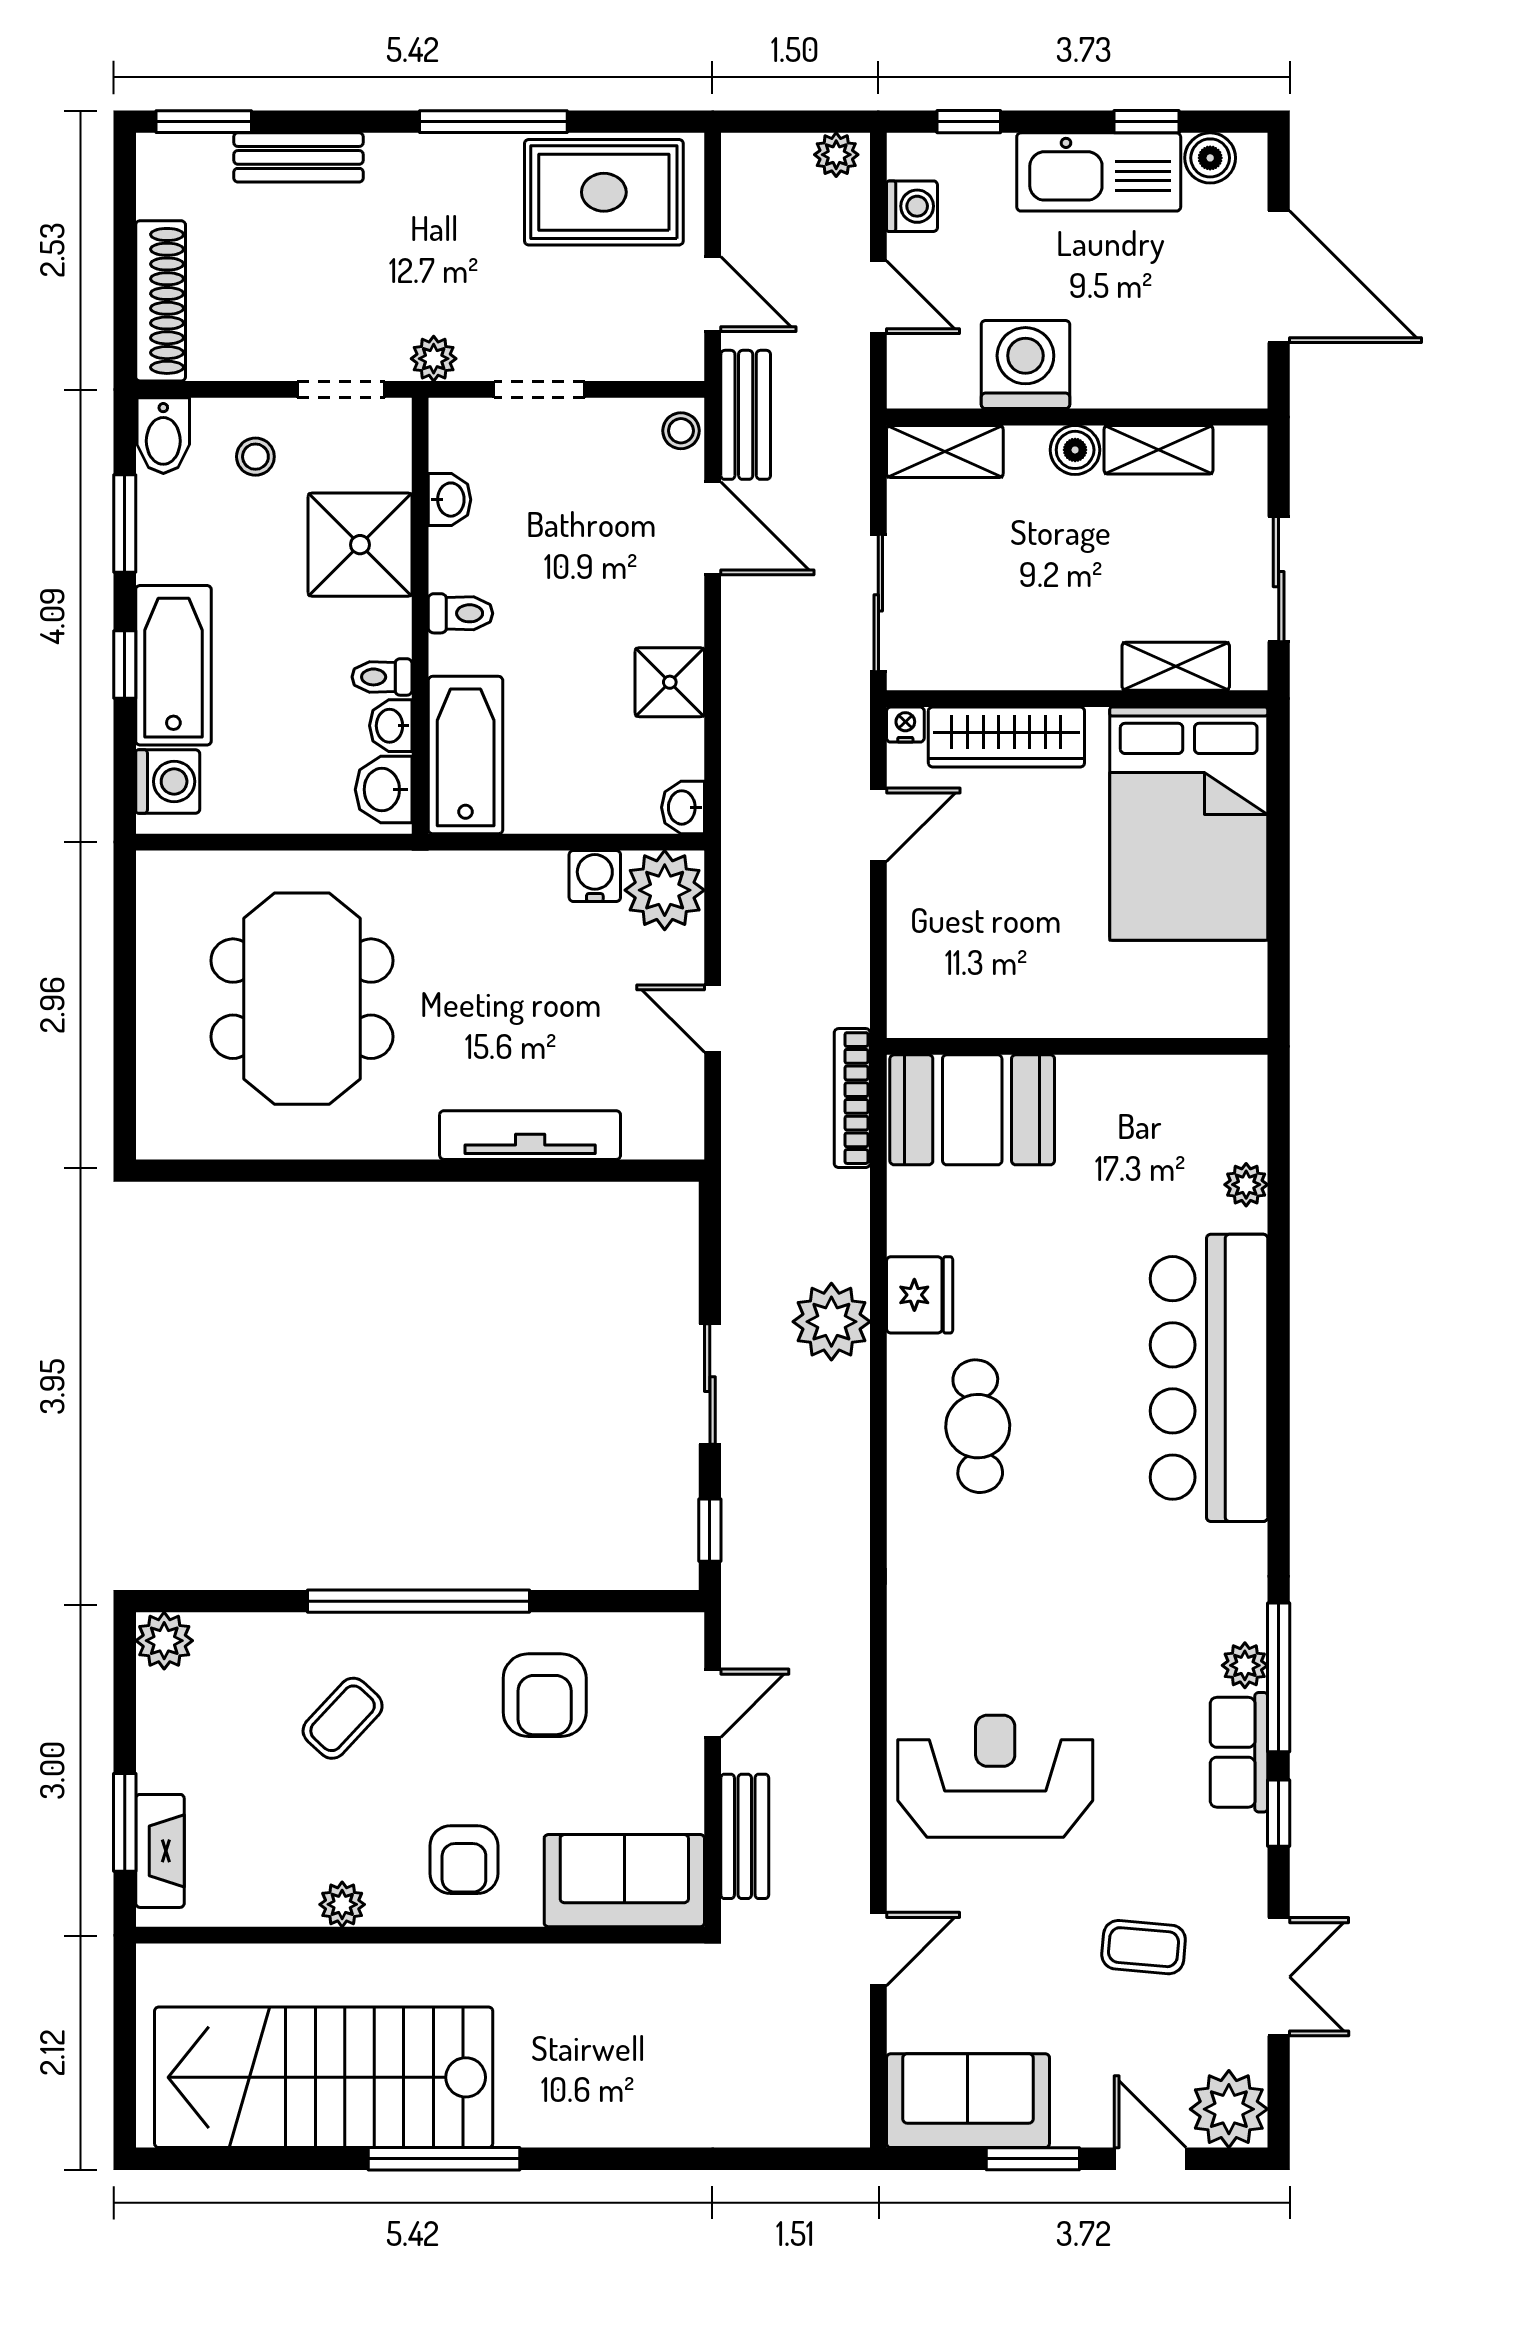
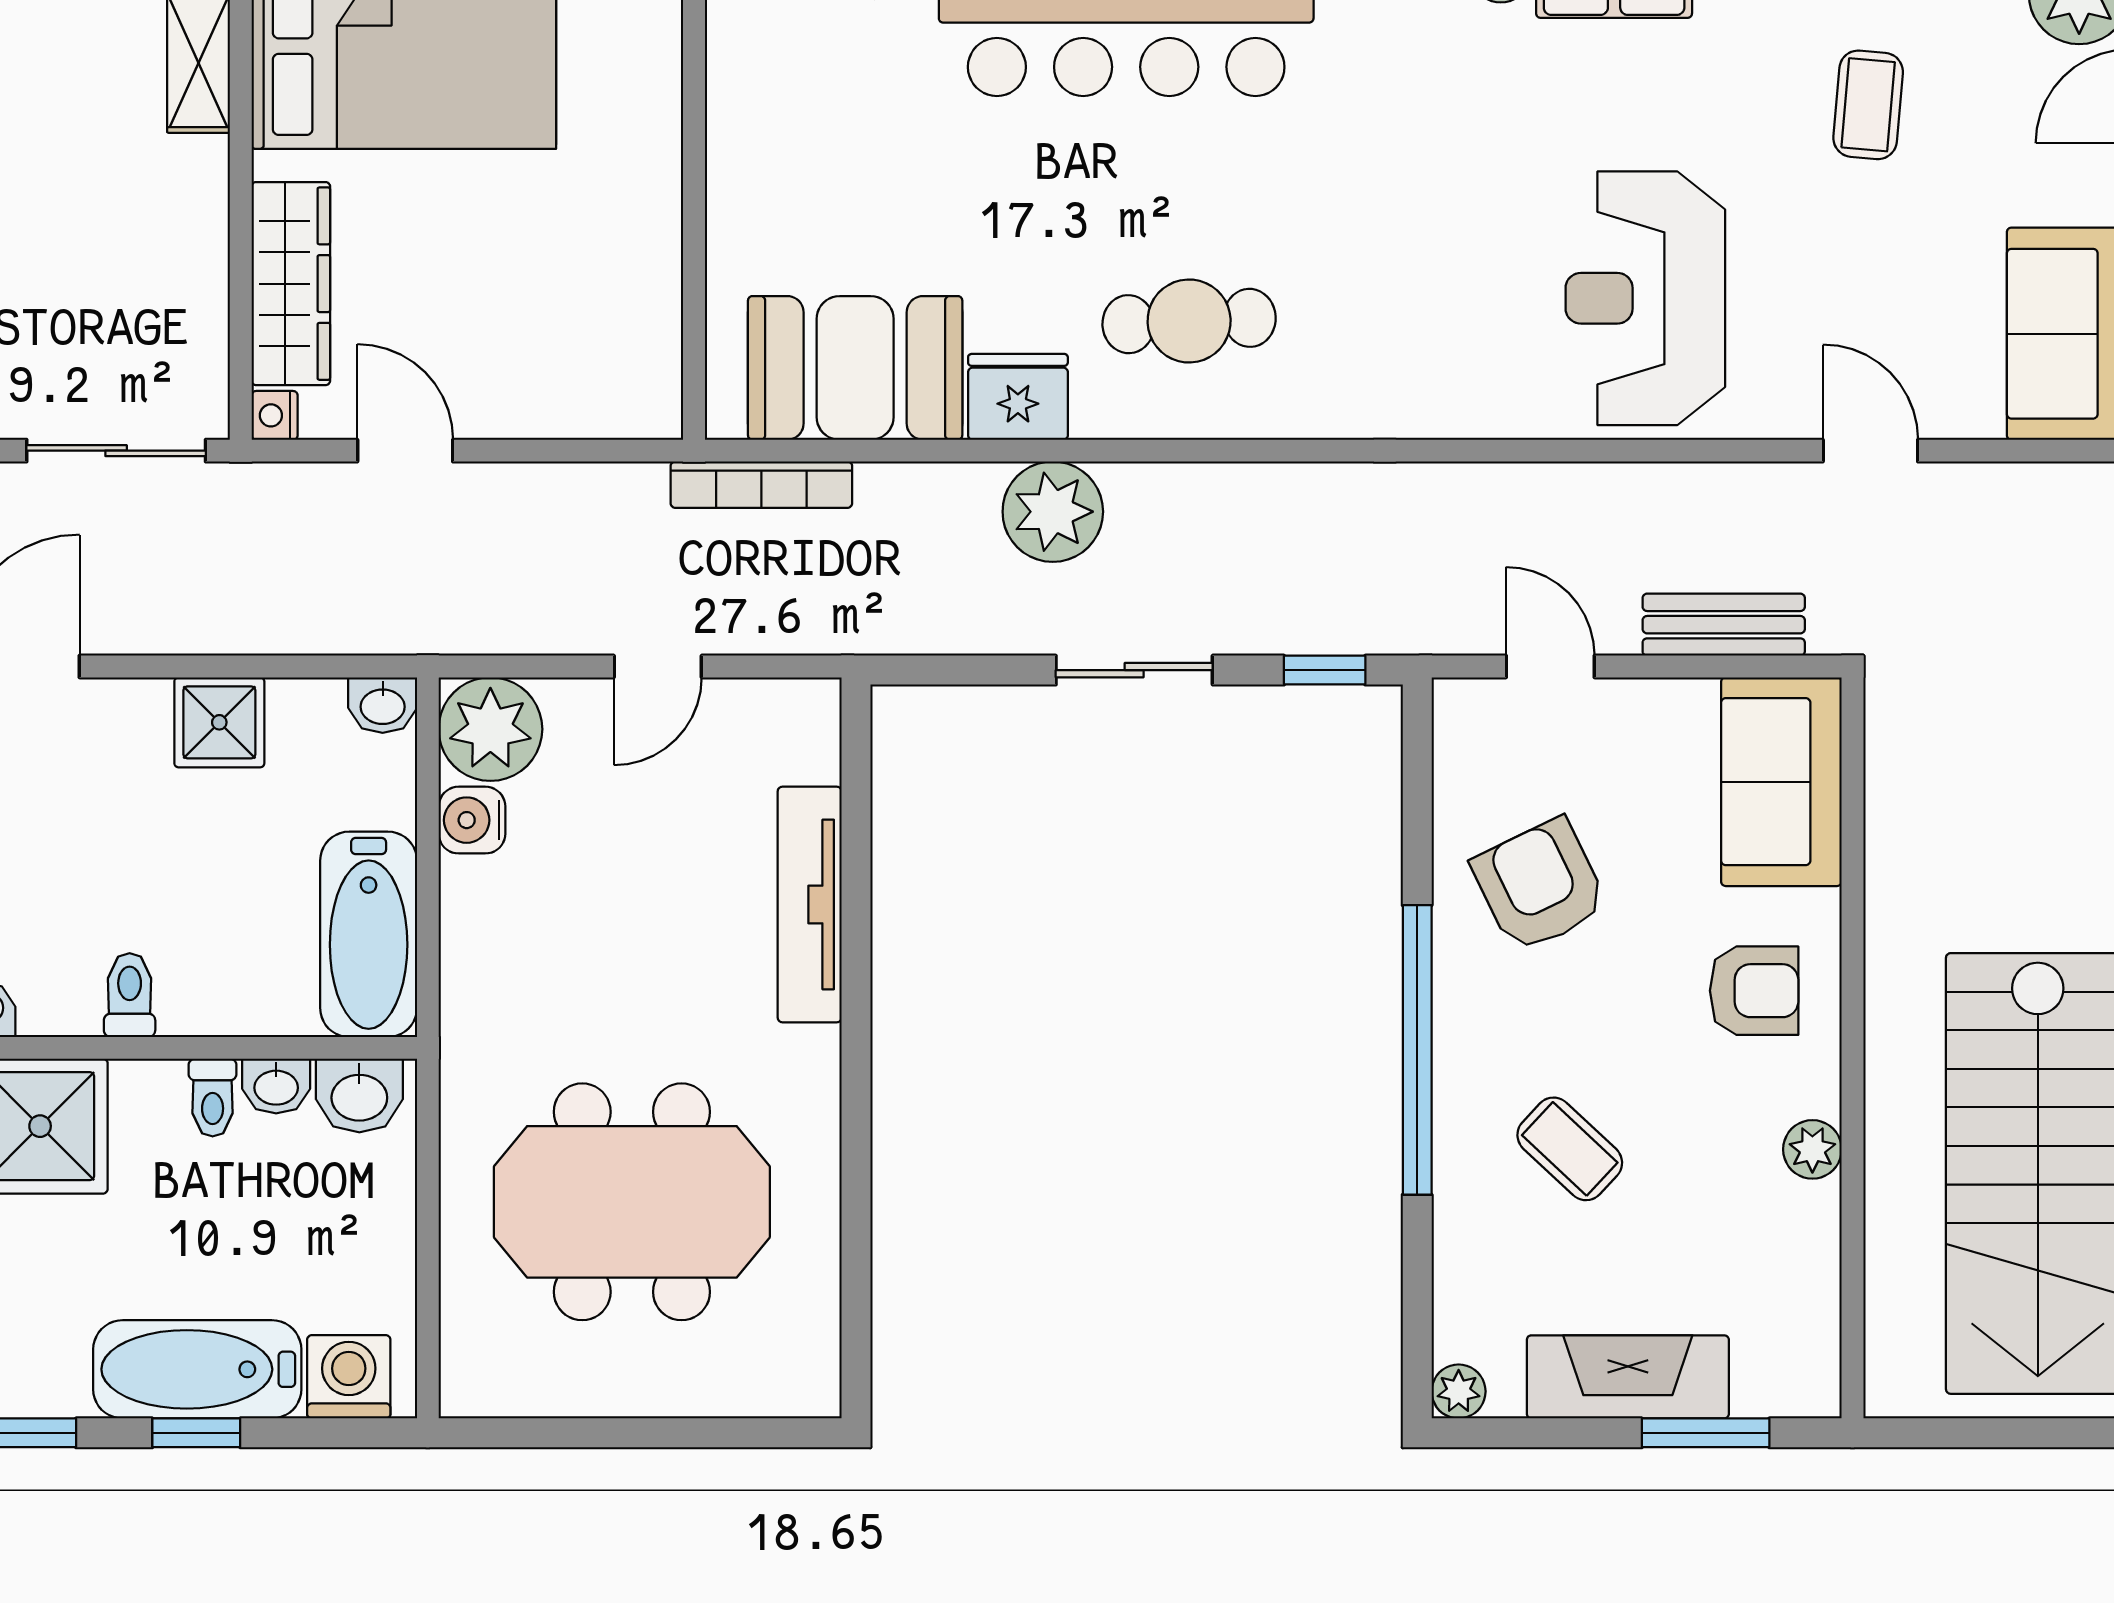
bathtub: (466, 755) -> (369, 934), moved, turned -90
booth: (972, 1110) -> (855, 368), moved, turned 90
plant: (164, 1641) -> (1459, 1391), width x0.73, depth x0.73
armchair: (545, 1695) -> (1540, 885), turned -116
fireplace: (160, 1851) -> (1628, 1377), moved, width x1.37, depth x1.32

